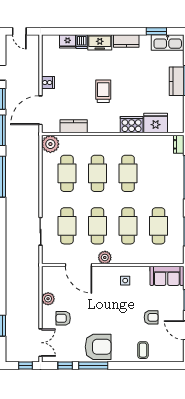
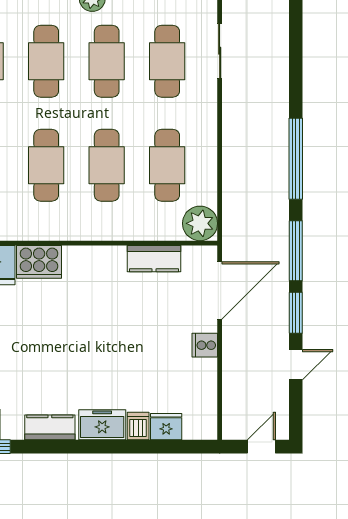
door: (19, 31) -> (261, 447), hinge flipped
trolley: (103, 91) -> (95, 328), removed

